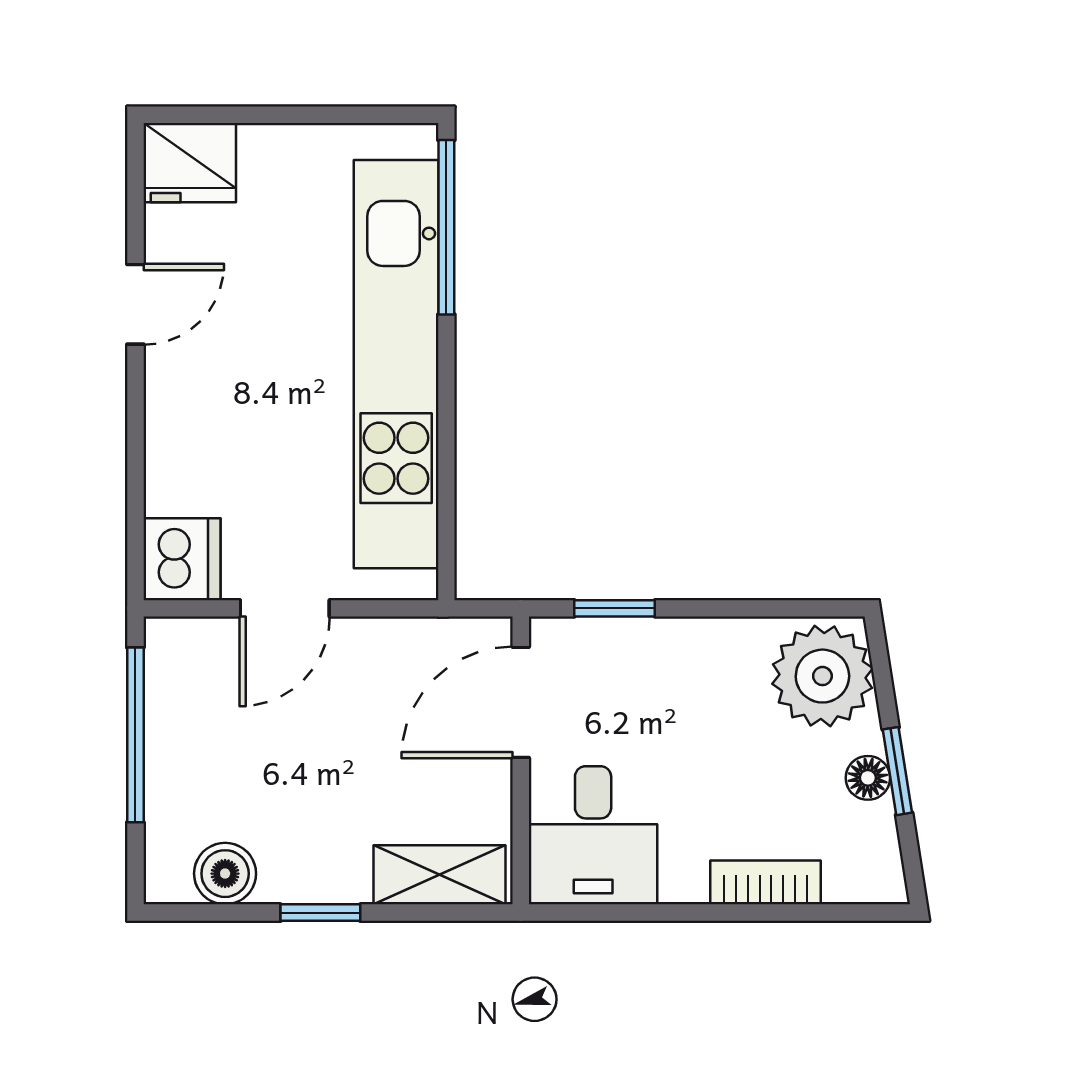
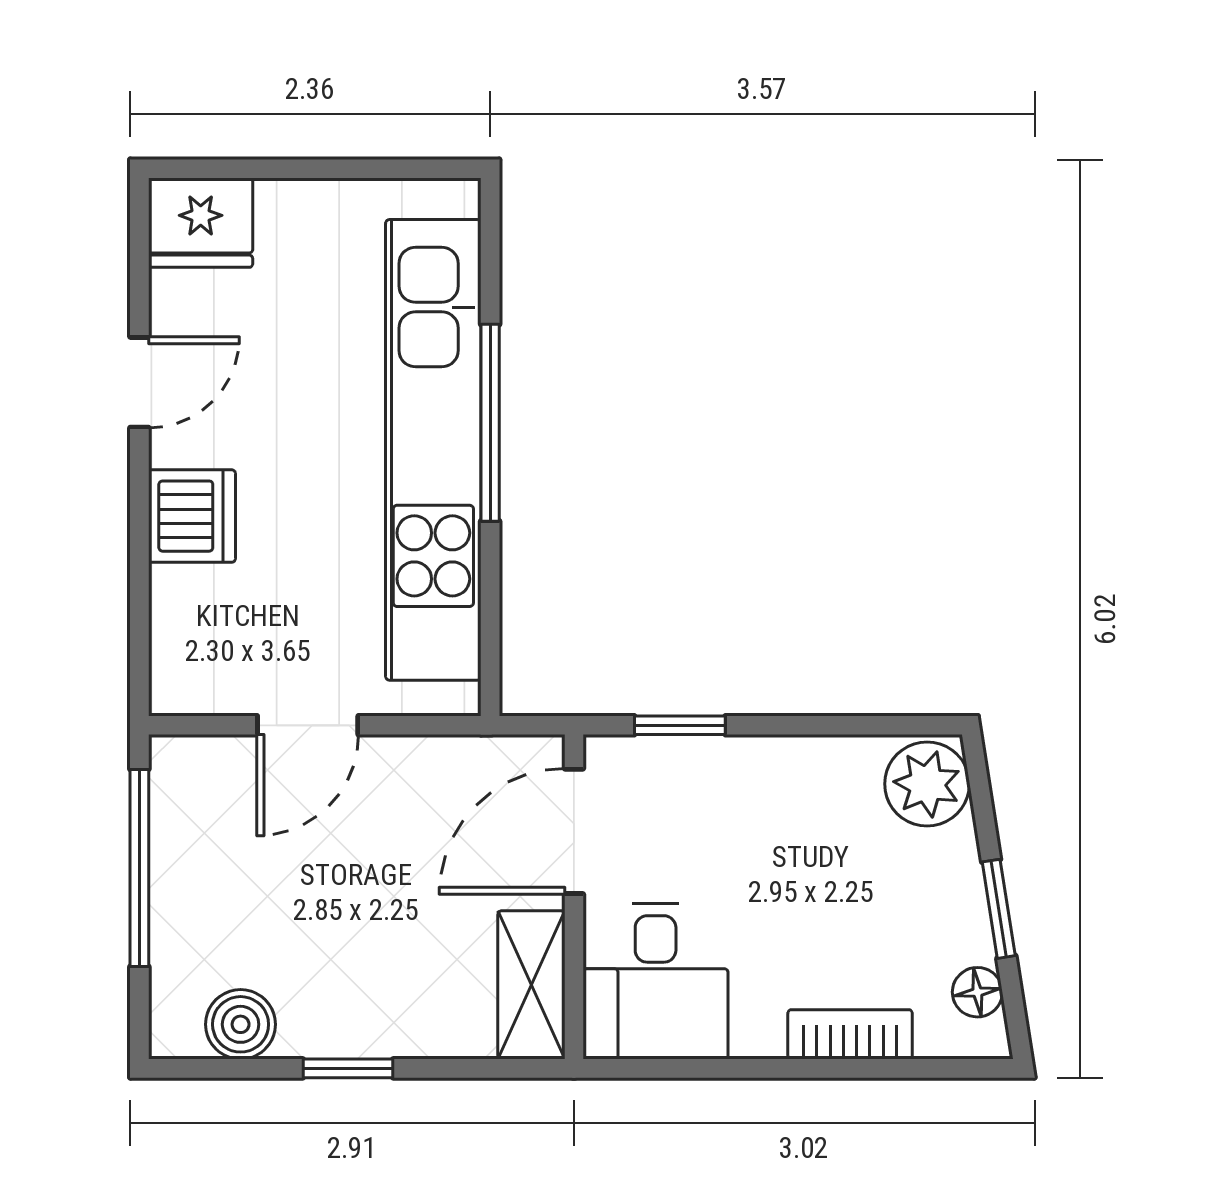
window: (446, 227) -> (490, 423), moved
dishwasher: (182, 559) -> (192, 516), moved
plant: (822, 676) -> (927, 784), width x0.73, depth x0.73
floor lamp: (868, 778) -> (977, 992), moved
shelving: (440, 875) -> (531, 985), moved, turned 90

